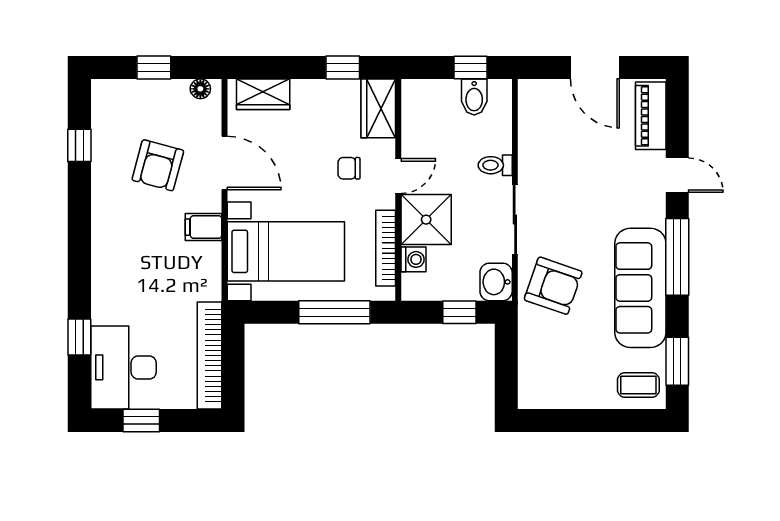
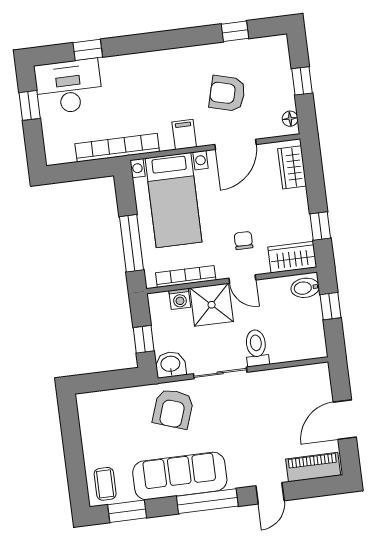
window: (470, 67) -> (330, 306), moved
bidet: (474, 97) -> (305, 288), moved
toilet: (495, 165) -> (256, 348), width x1.37, depth x1.39
bookcase: (210, 355) -> (117, 148), moved

